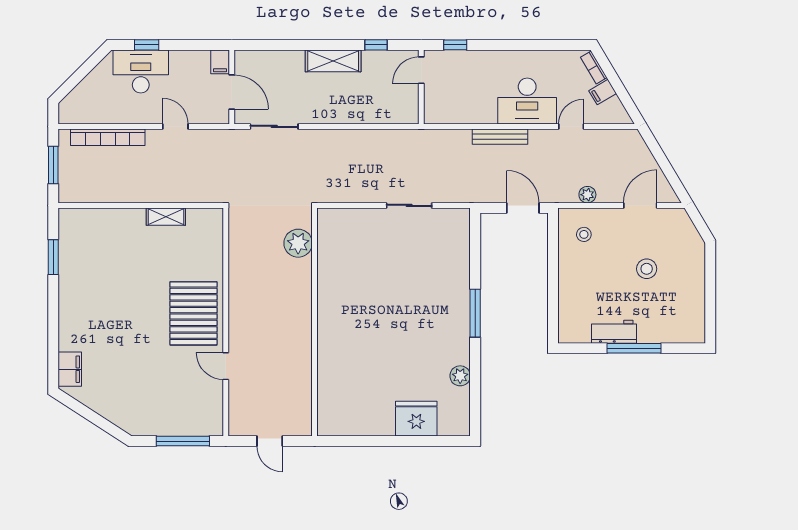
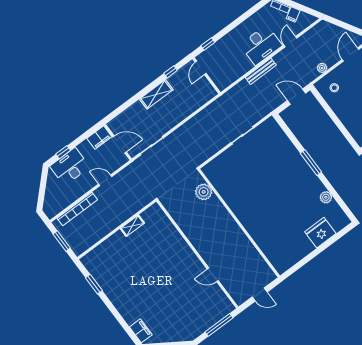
filing cabinet: (220, 62) -> (99, 138), width x2.00
pallet: (193, 313) -> (179, 261), removed

